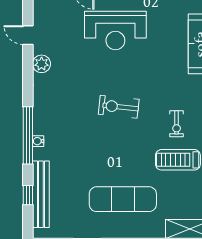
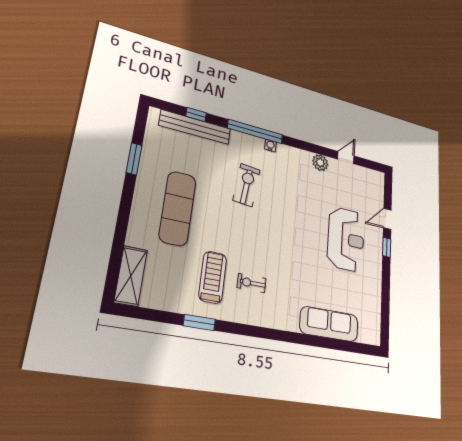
reception desk: (115, 30) -> (346, 239), turned 180
exercise bike: (119, 107) -> (247, 185), moved
water cooler: (38, 141) -> (270, 145), moved

